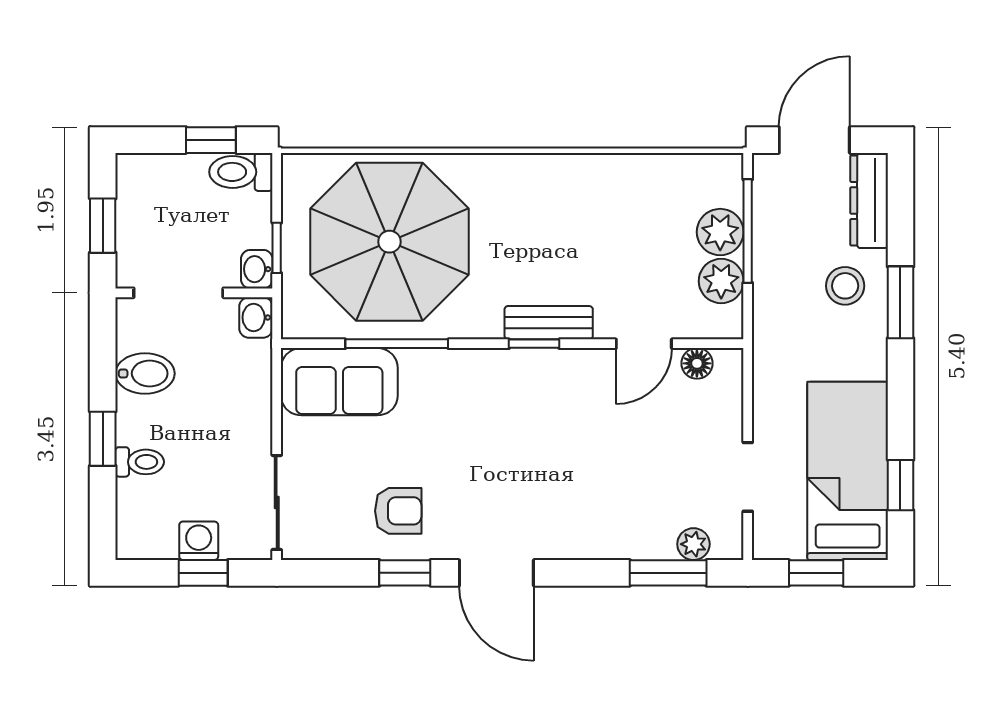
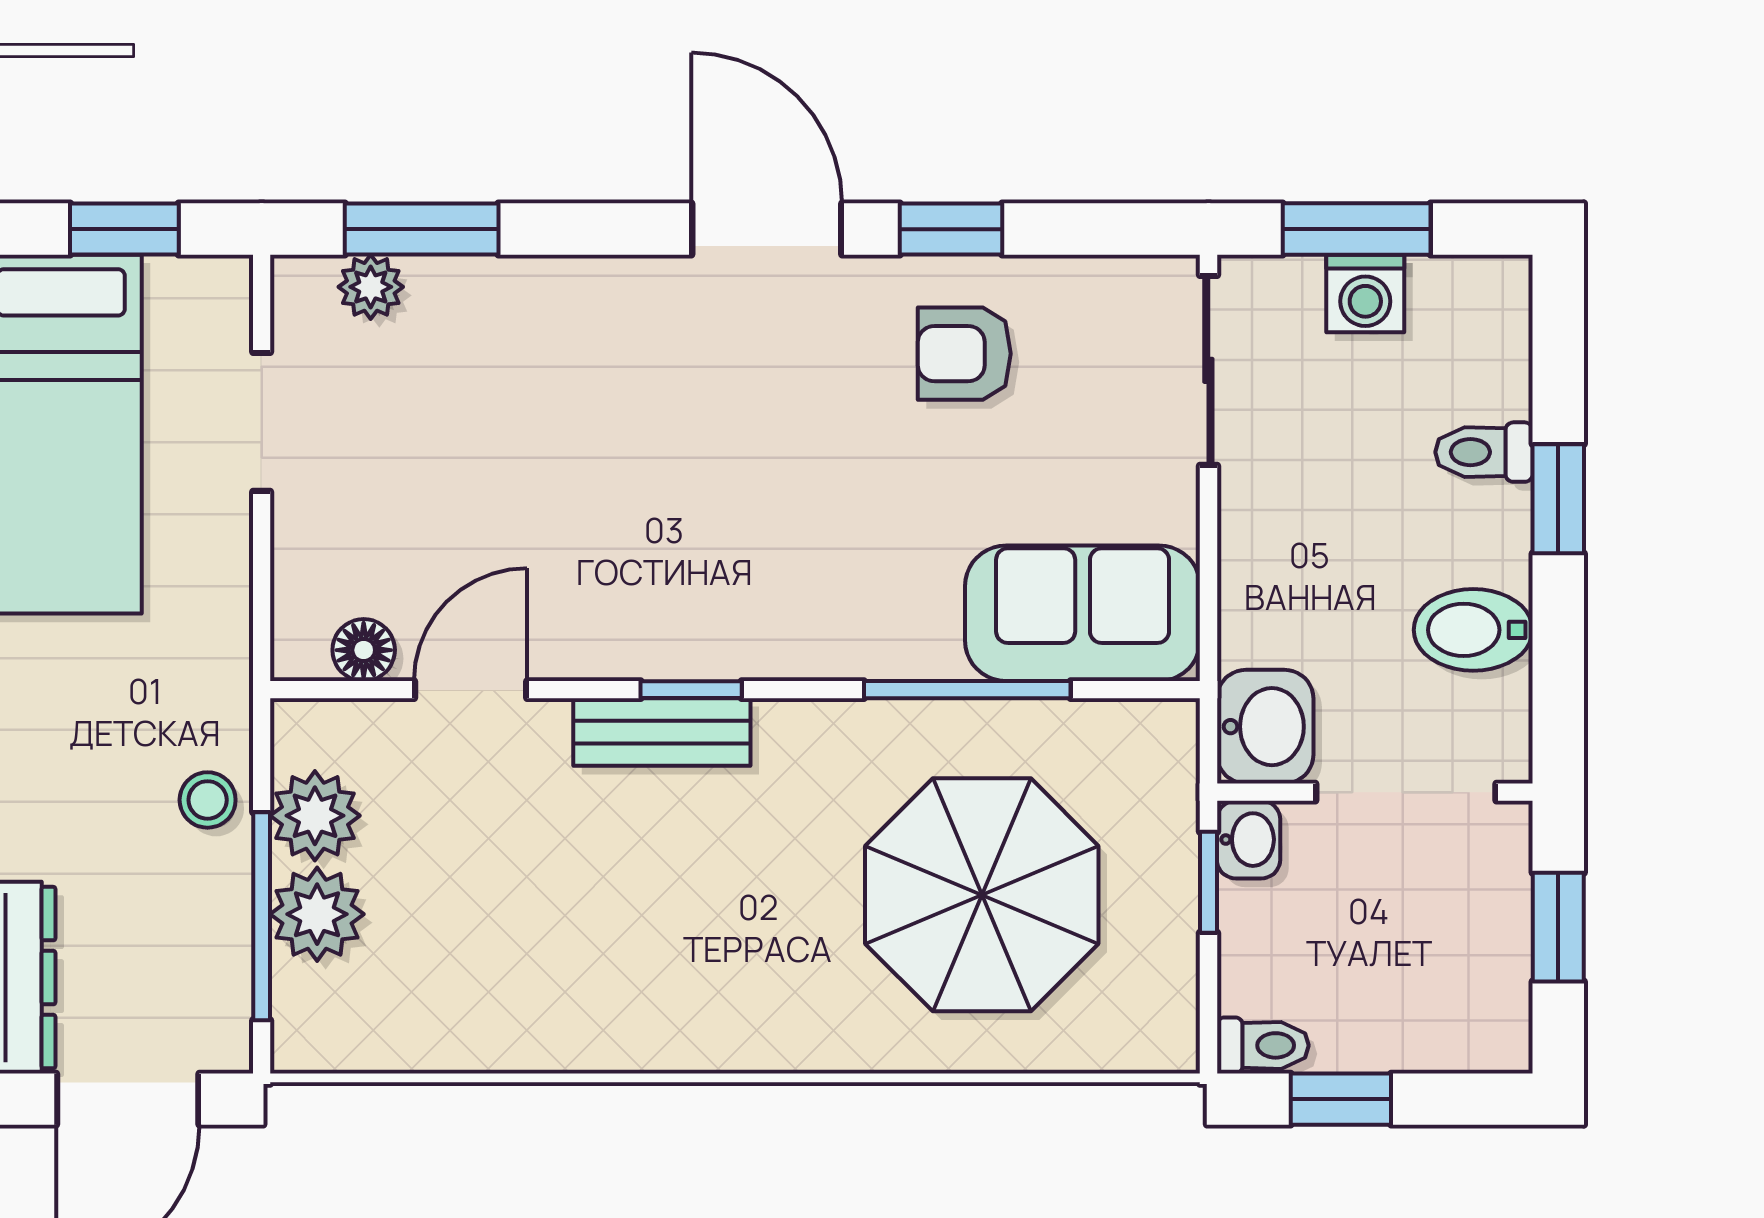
toilet: (241, 172) -> (1263, 1045), width x0.73, depth x0.72
parasol: (389, 242) -> (982, 895), width x0.73, depth x0.73
stool: (845, 286) -> (208, 800), moved, width x0.73, depth x0.73
washbasin: (256, 317) -> (1265, 727), width x1.38, depth x1.45
window: (203, 573) -> (1357, 229), width x1.50

